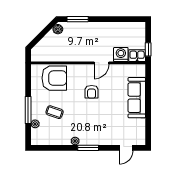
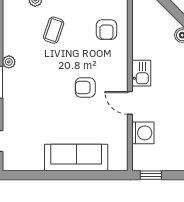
kitchen sink: (137, 56) -> (141, 73), moved
armchair: (54, 78) -> (106, 30), width x0.53, depth x0.53

